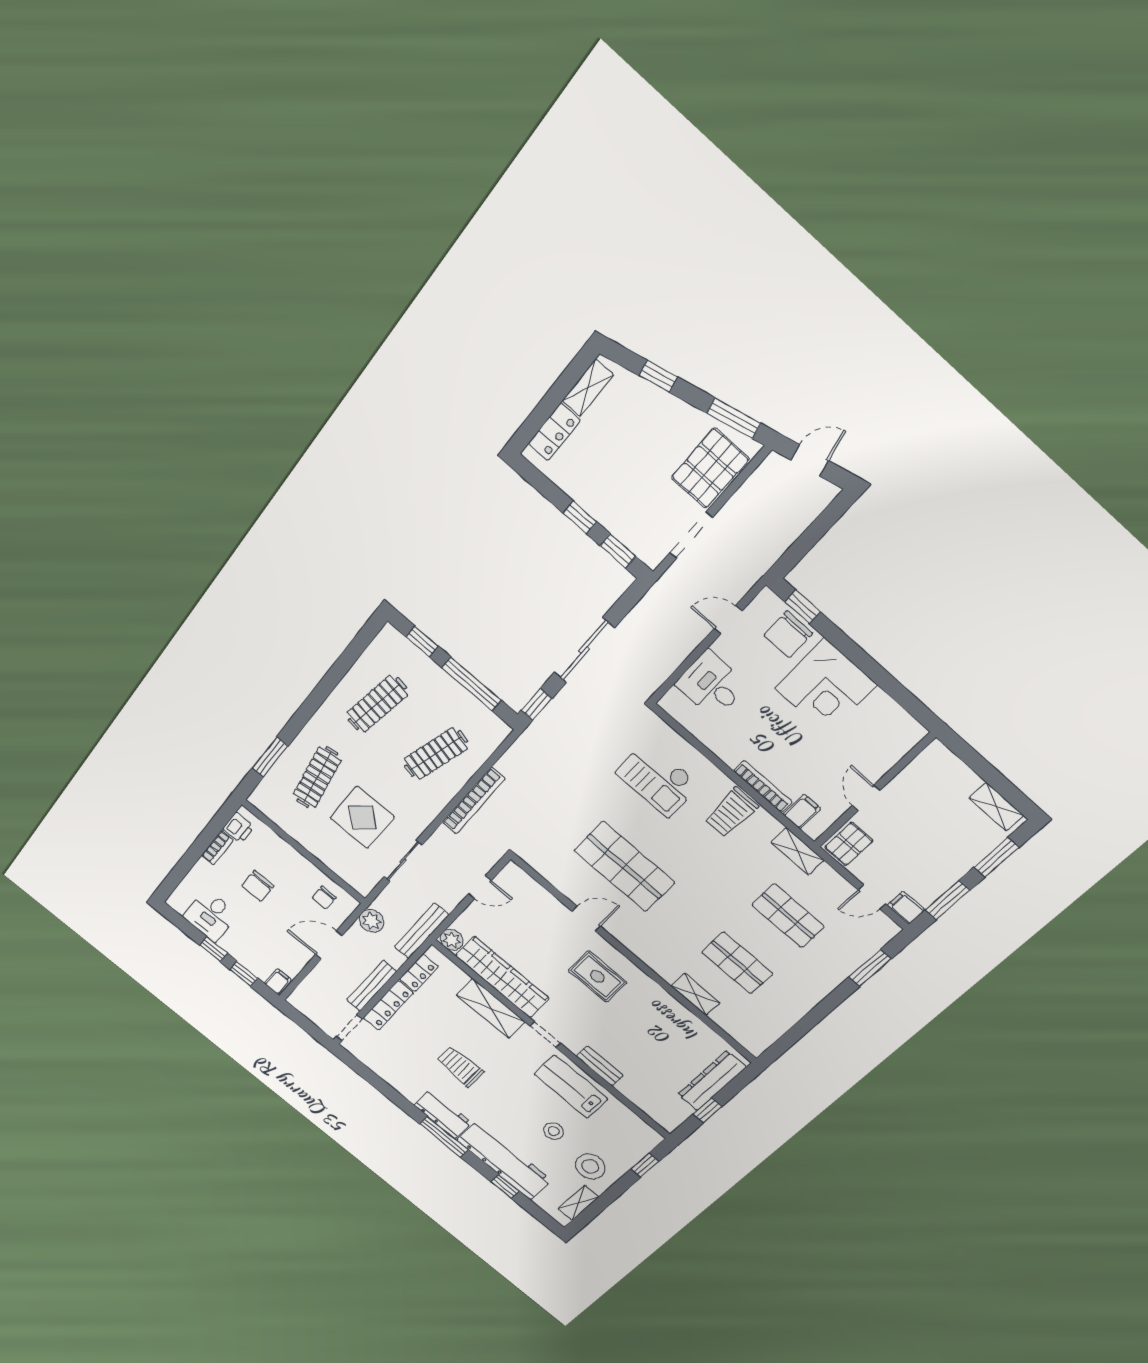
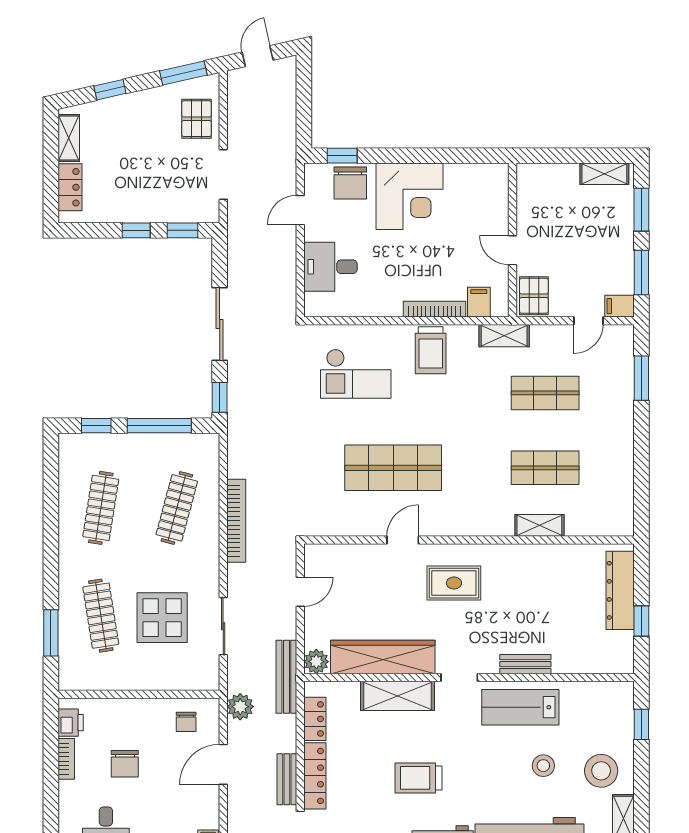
pallet: (710, 468) -> (197, 119), width x0.67, depth x0.71
bench: (371, 986) -> (287, 779), width x0.73

